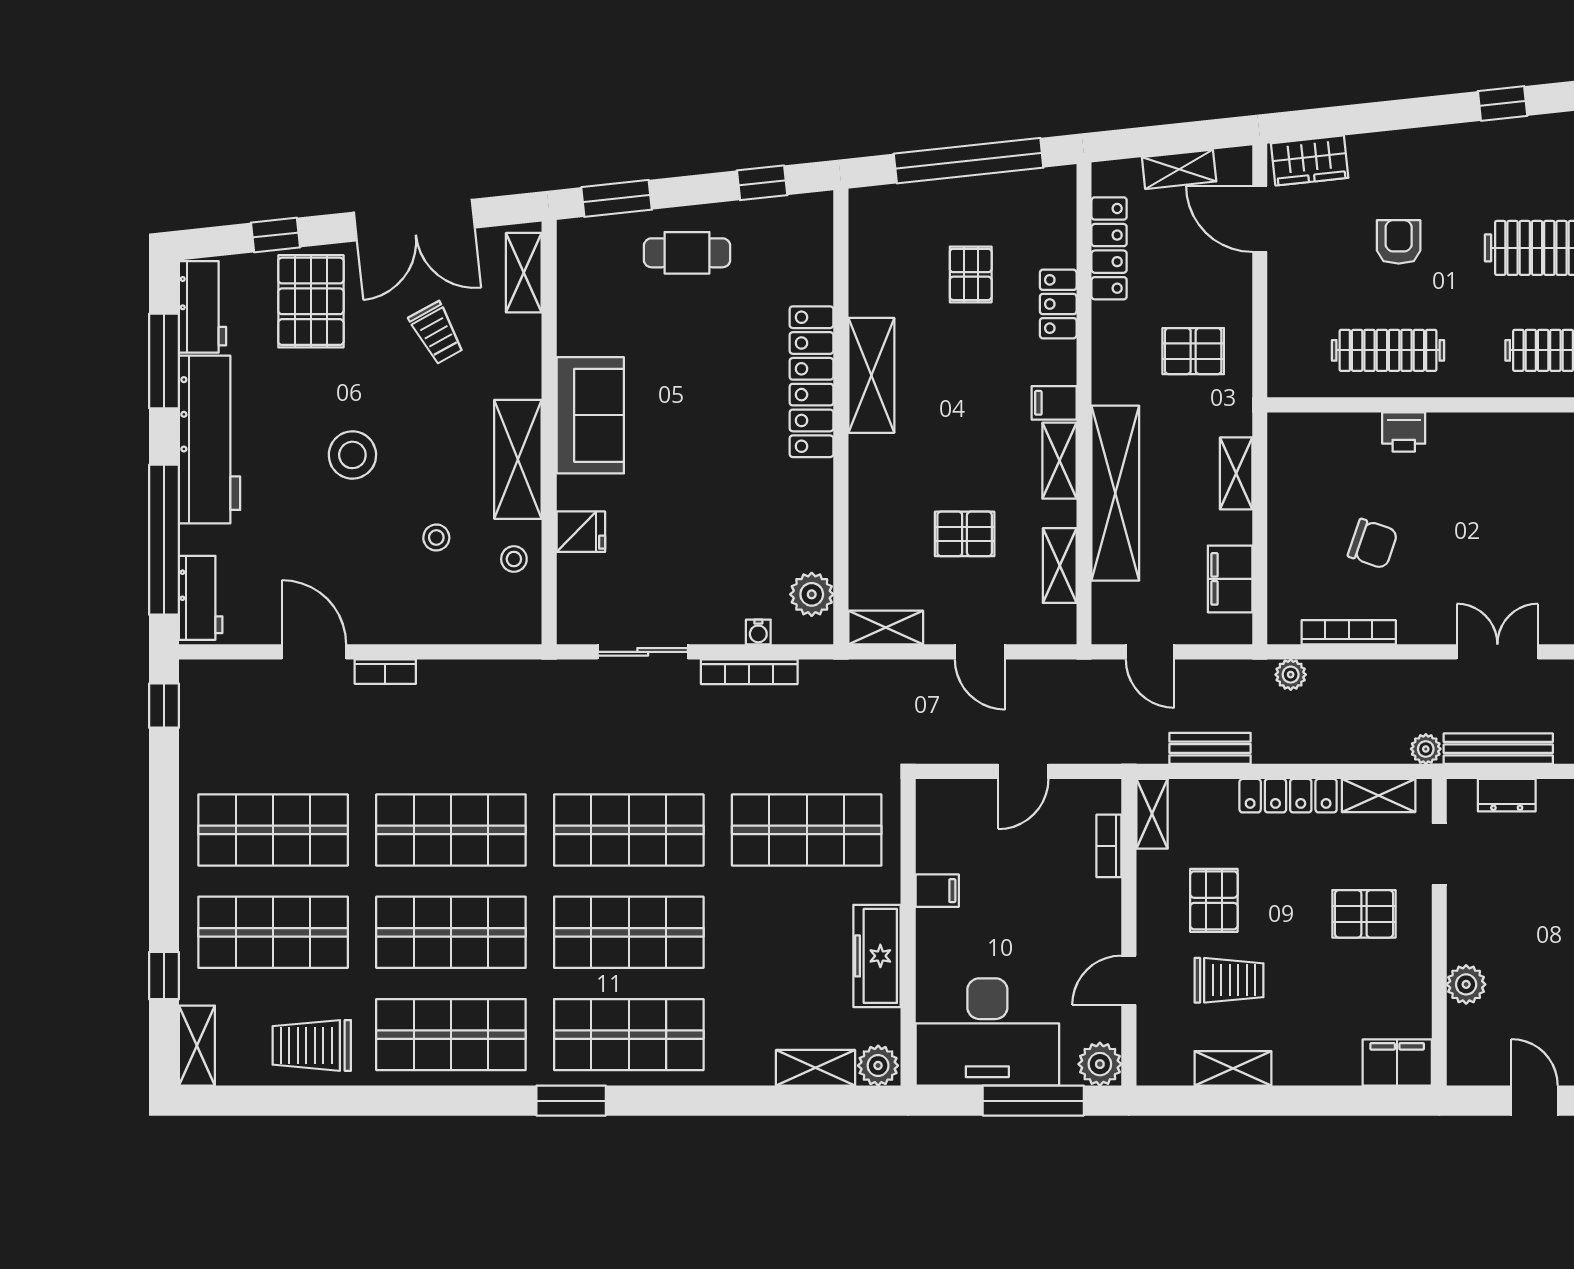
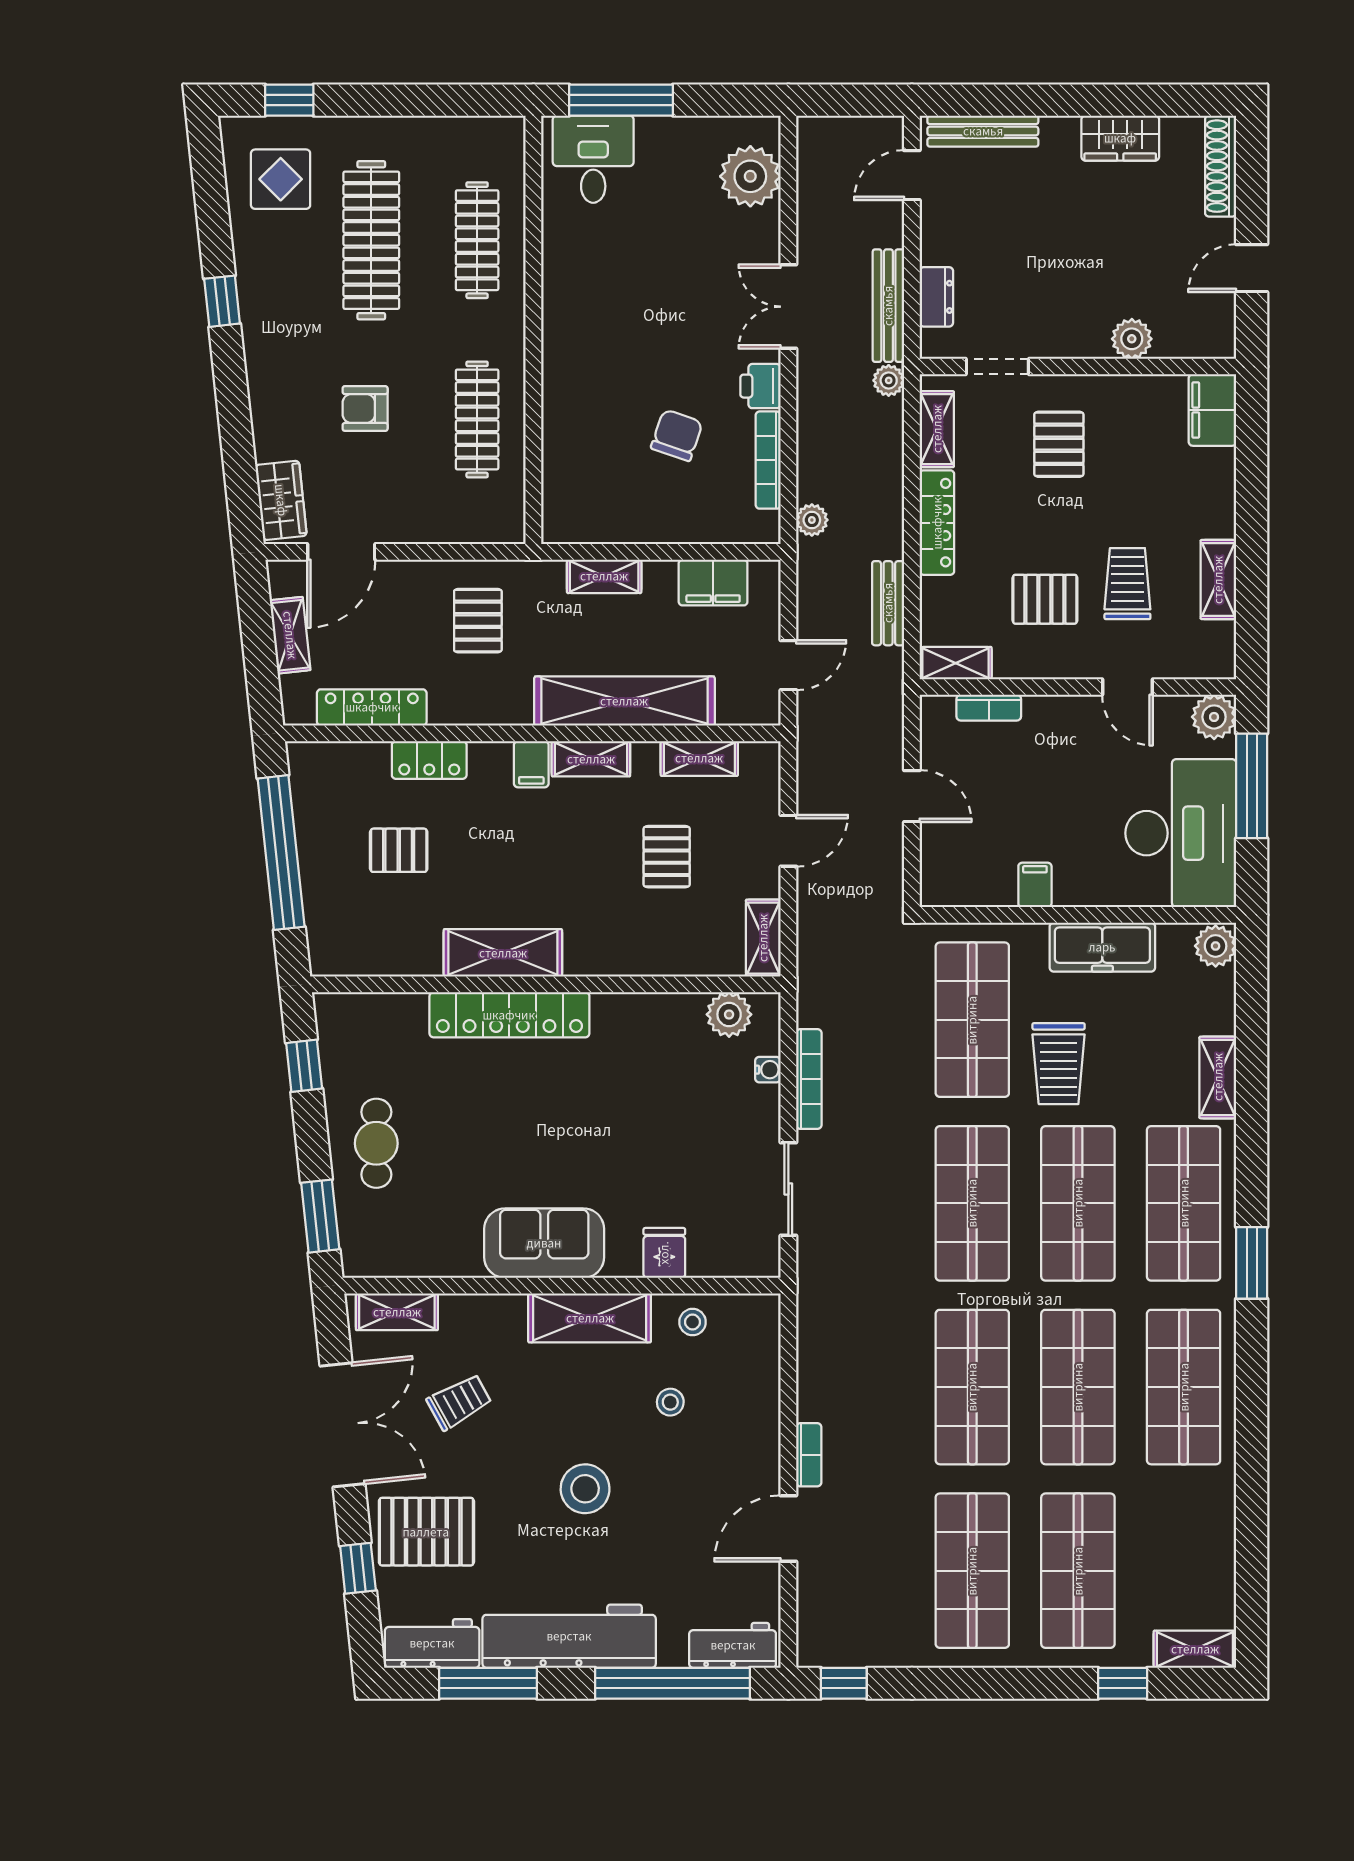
printer: (1404, 432) -> (760, 386), moved, turned 180
trolley: (312, 1045) -> (1059, 1064), moved
shelving: (815, 1068) -> (1218, 1077), moved

